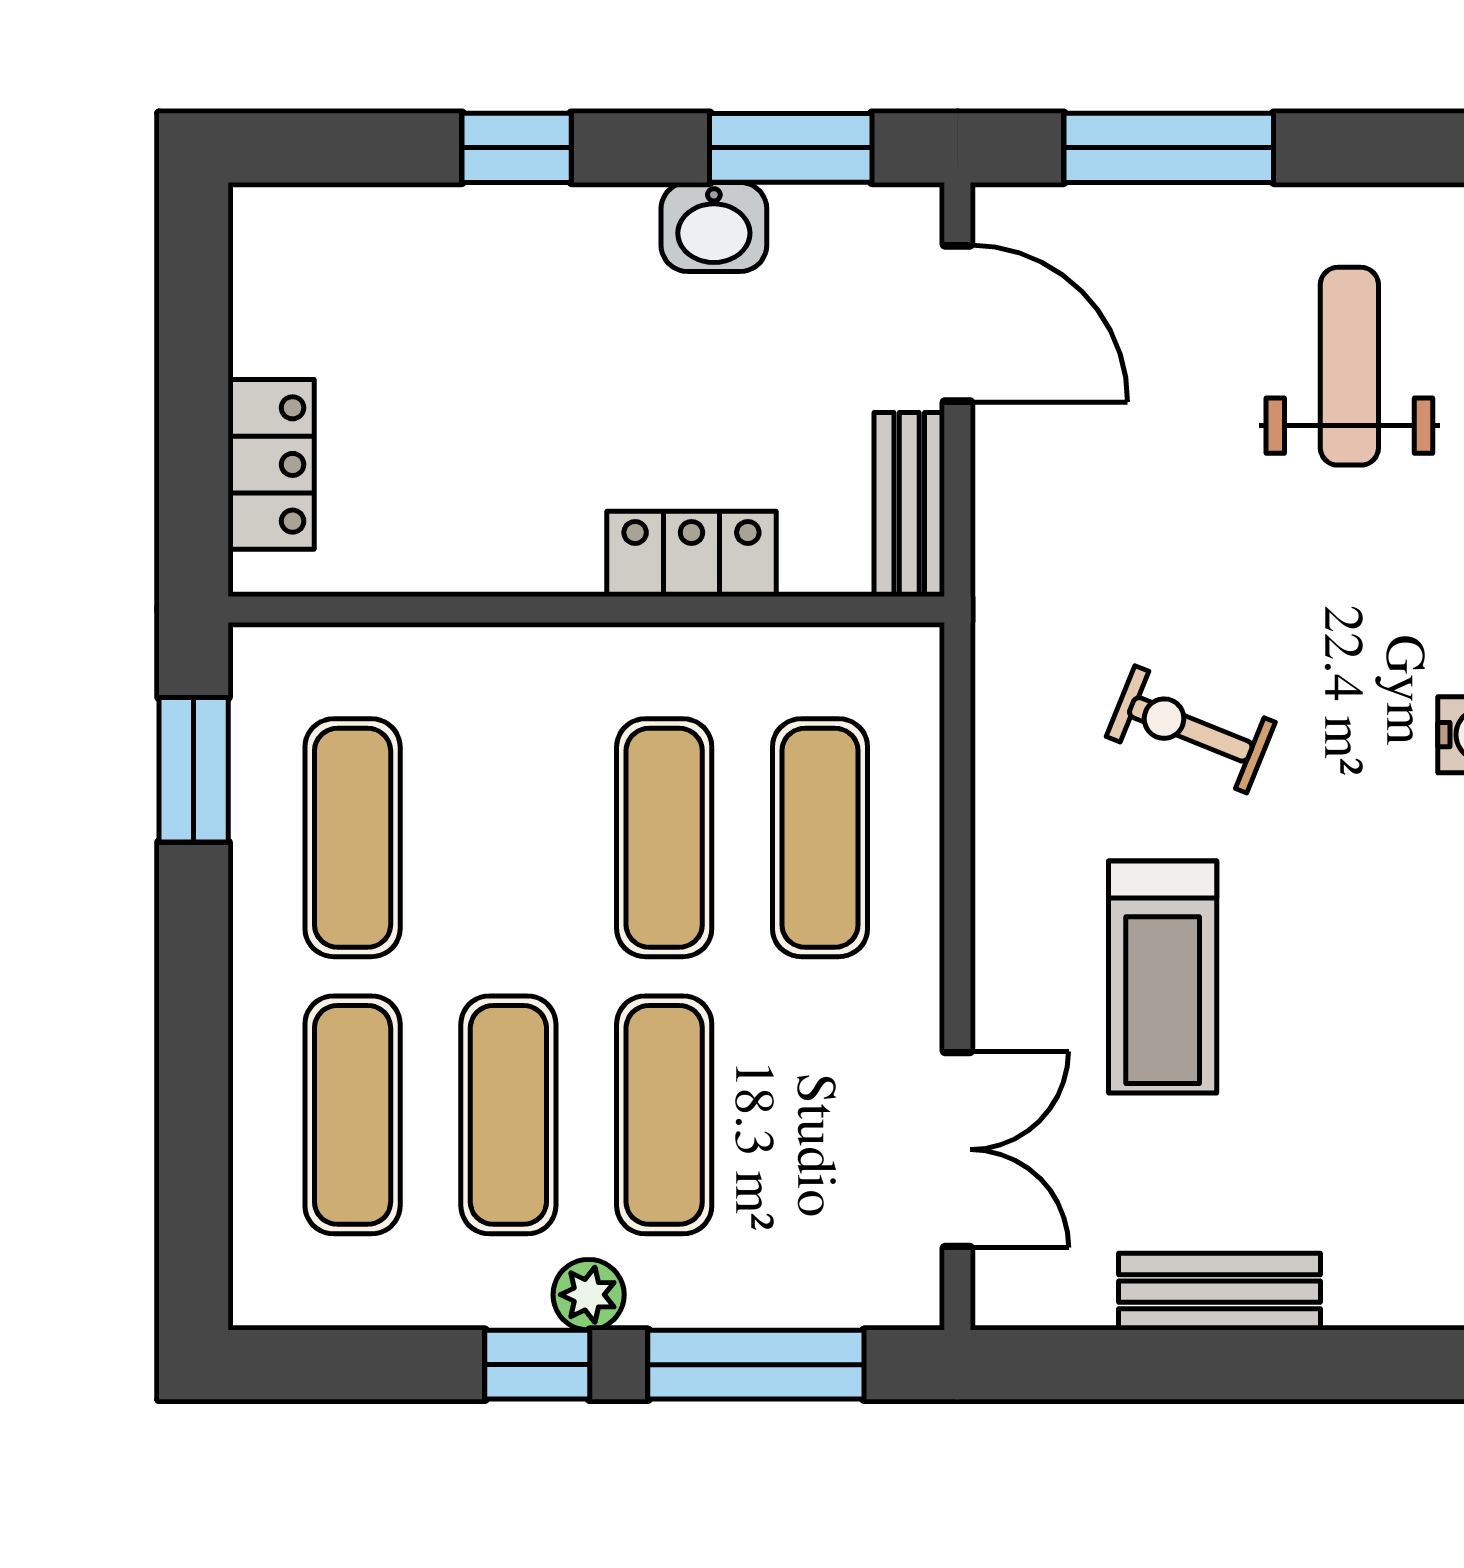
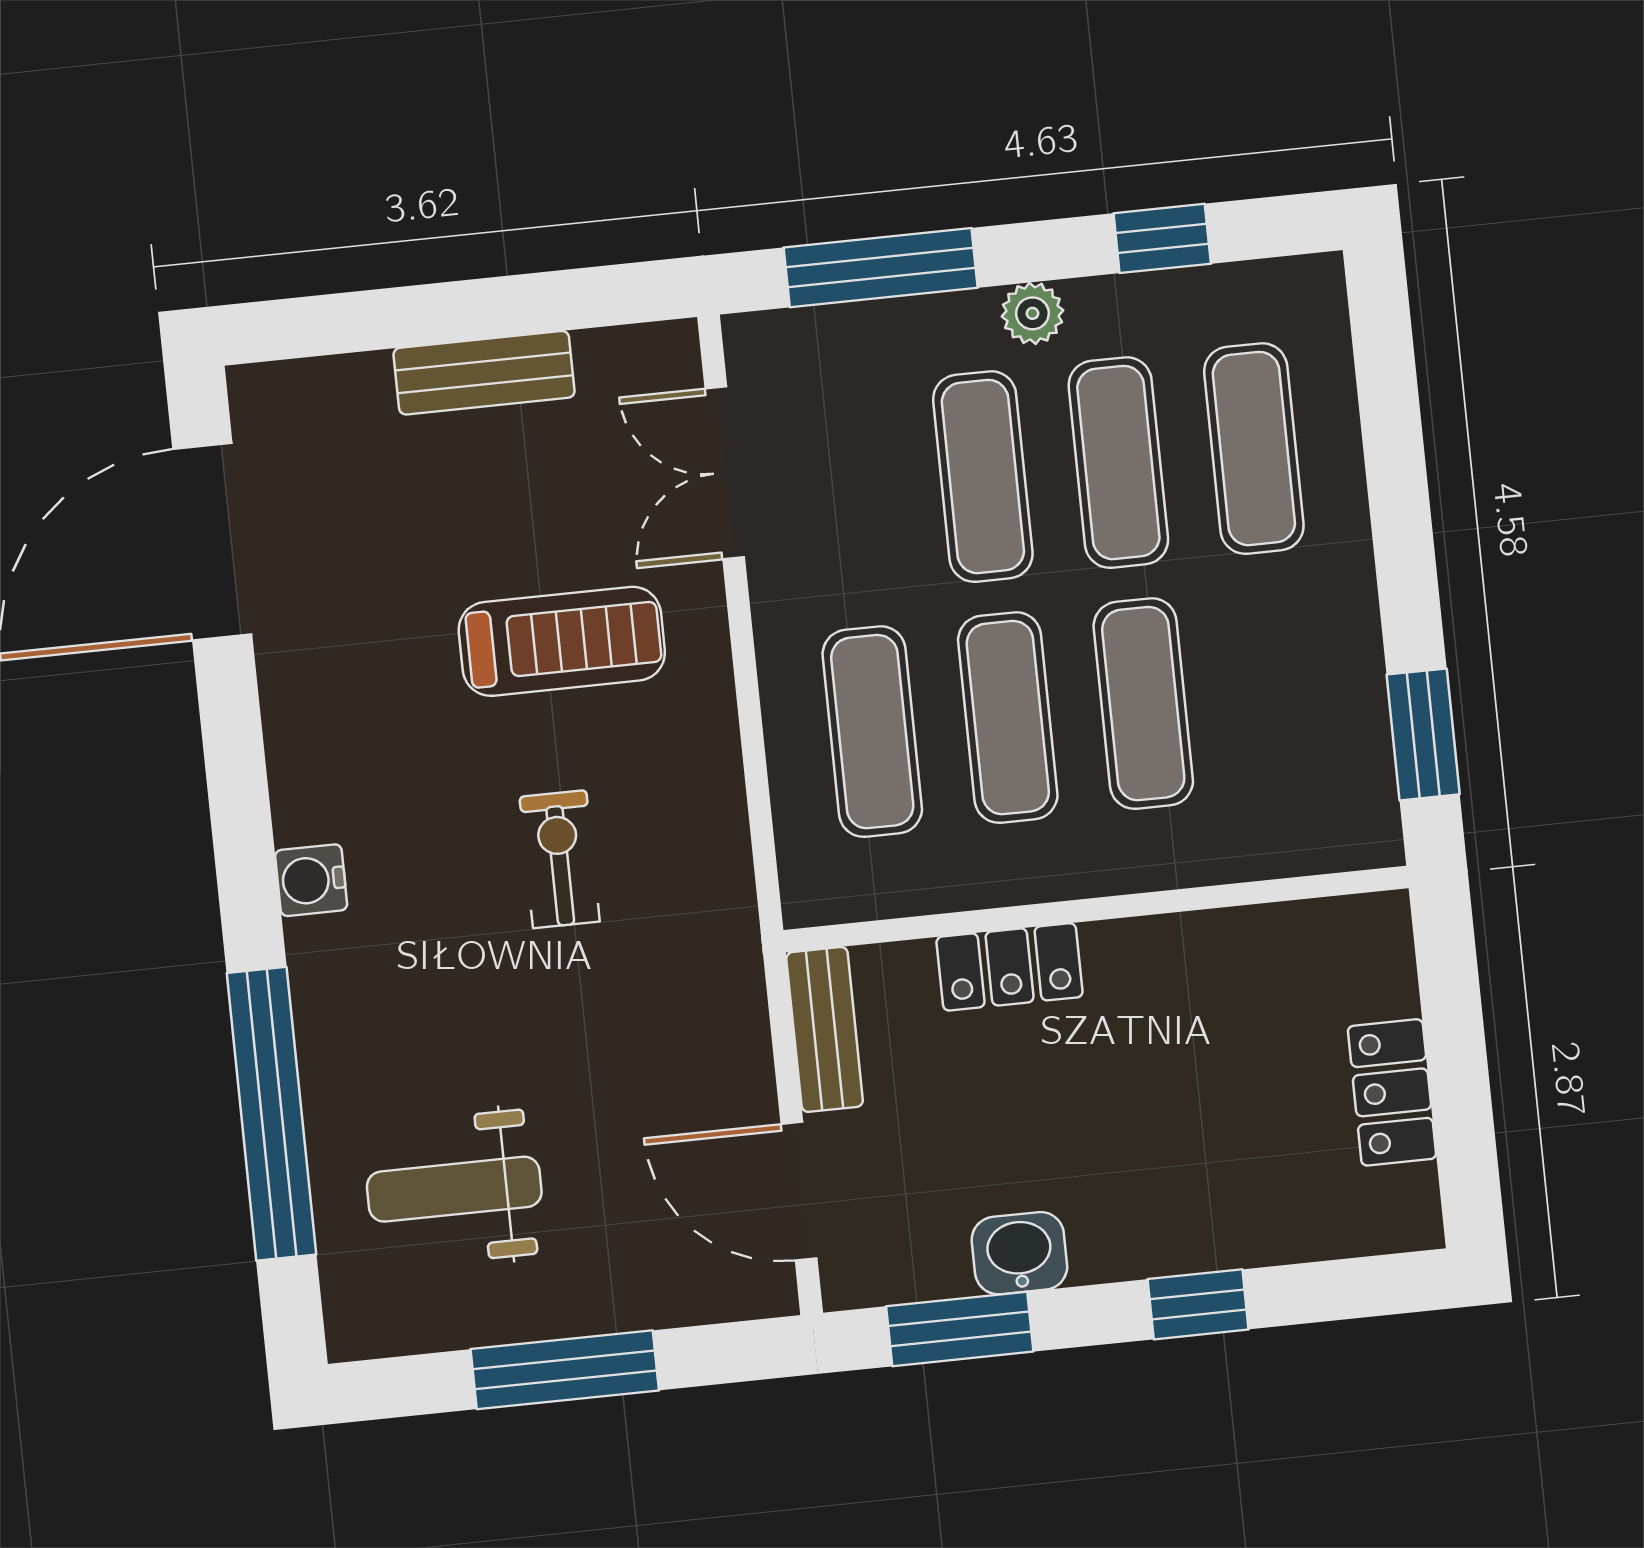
window: (1169, 148) -> (565, 1370), moved
weight bench: (1349, 366) -> (454, 1189), turned 90
locker: (271, 464) -> (1392, 1092), moved
exercise bike: (1191, 729) -> (560, 859), turned -112
exercise mat: (353, 838) -> (1143, 704), moved
treadmill: (1163, 977) -> (562, 641), turned 90
window: (537, 1365) -> (1162, 238), moved

